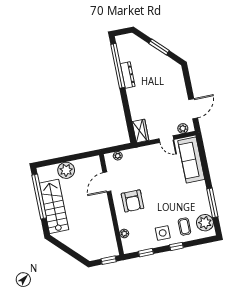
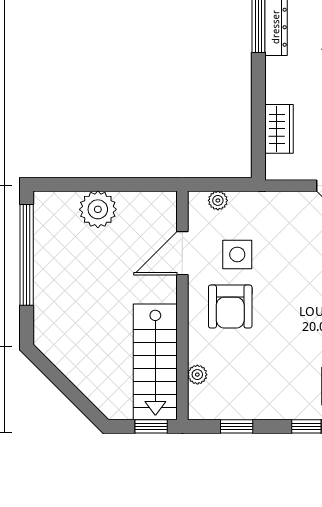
wardrobe: (140, 131) -> (279, 129), moved
stairs: (54, 206) -> (155, 362), moved, turned 180
side table: (163, 233) -> (237, 254), moved

